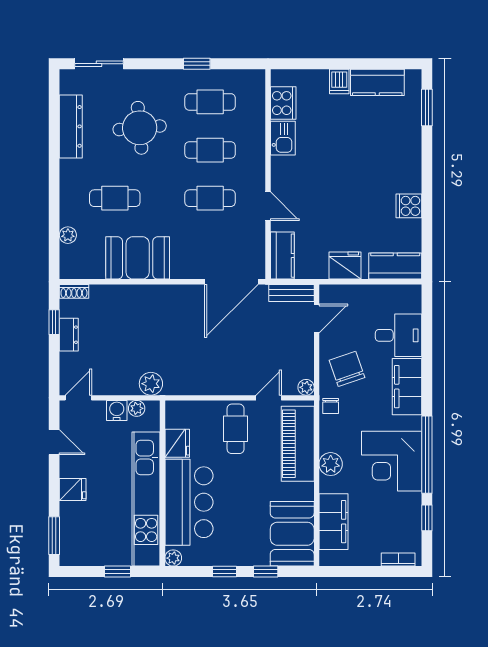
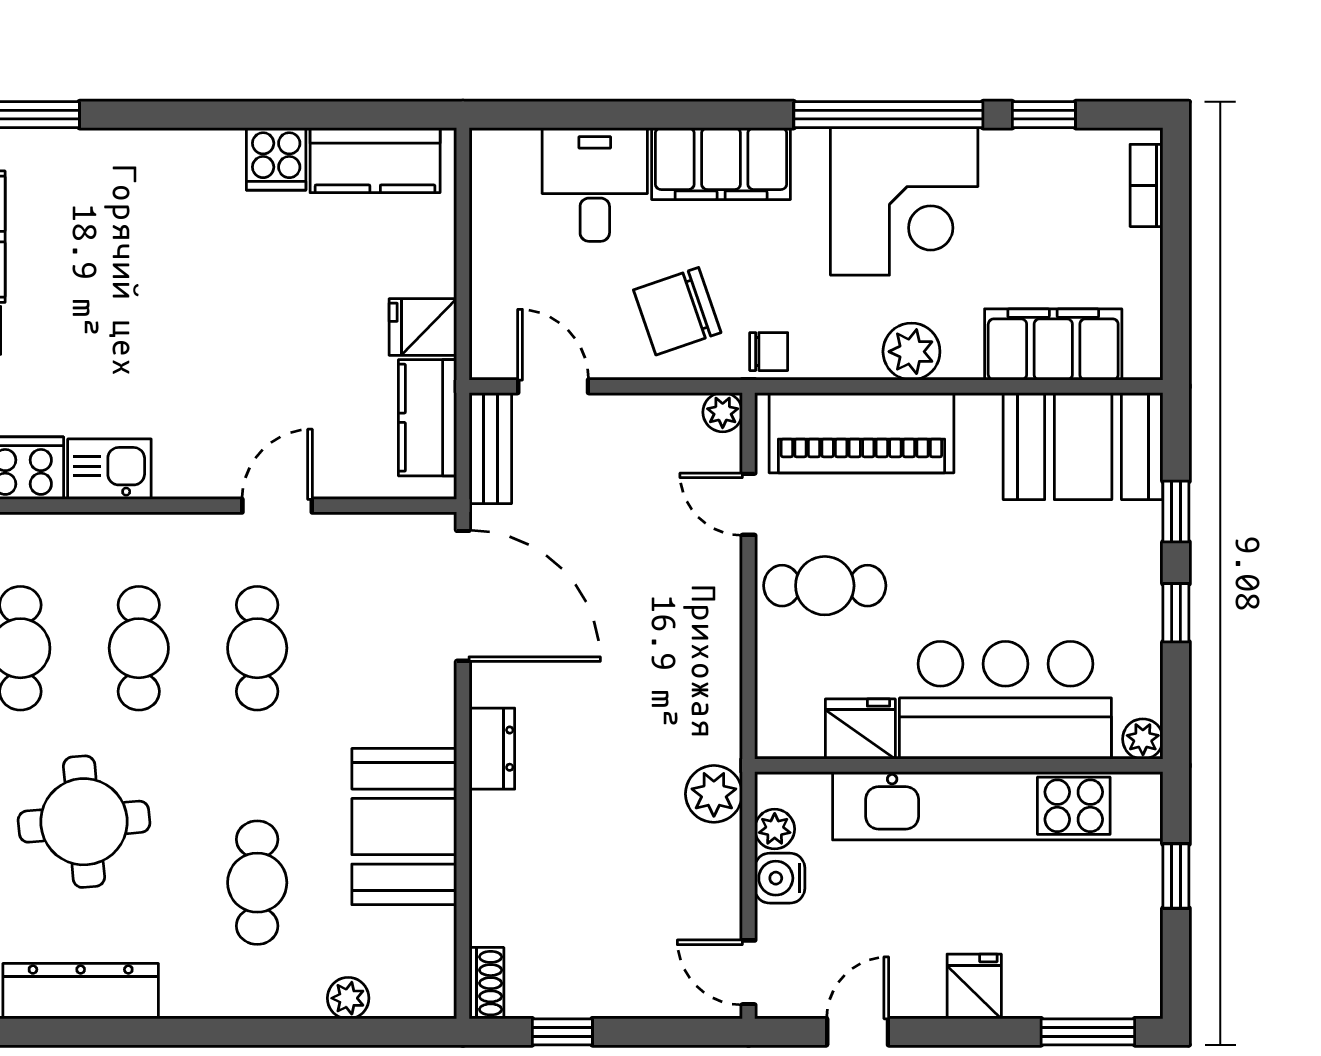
kitchen counter: (282, 256) -> (428, 418), moved, turned -90
fridge: (345, 265) -> (423, 327), width x0.72
kitchen counter: (395, 266) -> (375, 160), moved, turned -90
dresser: (69, 335) -> (492, 749), moved, turned 90

